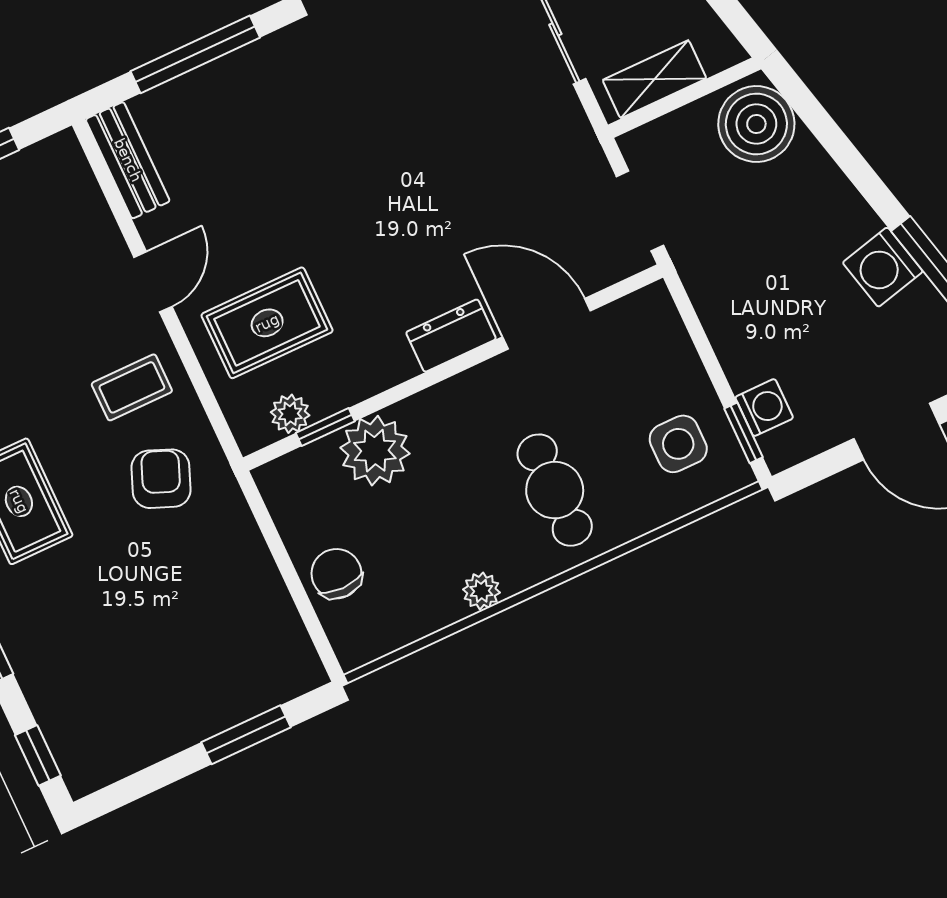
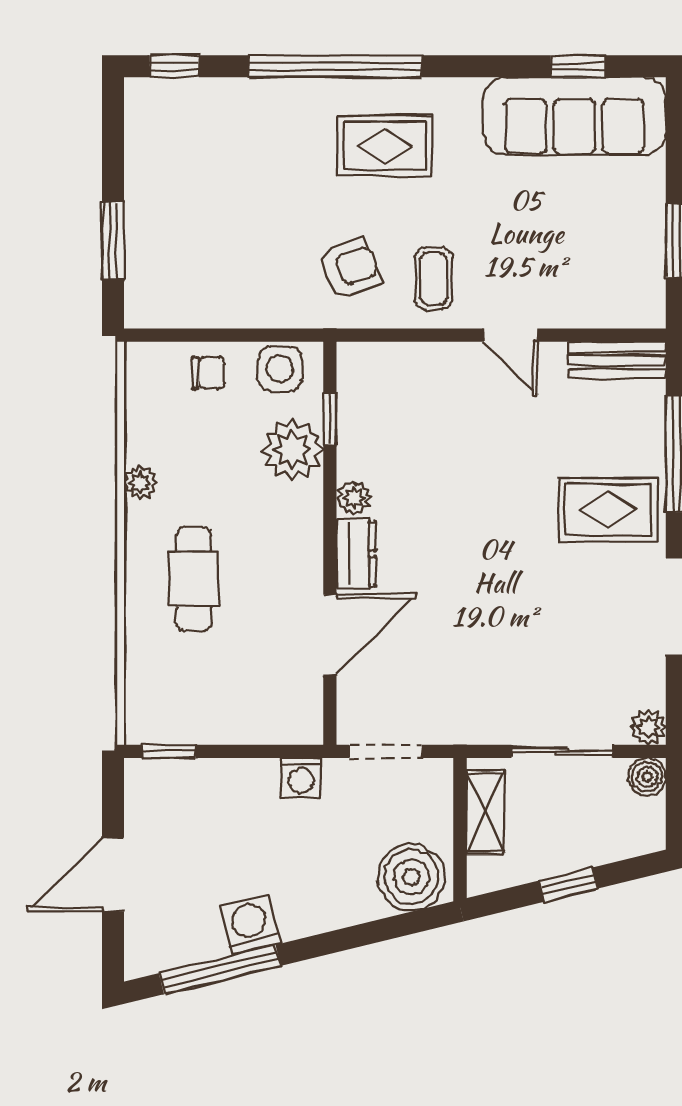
rug: (267, 323) -> (608, 510), moved, turned 90
washing machine: (764, 408) -> (301, 777), moved
plant: (290, 414) -> (354, 498), moved
side table: (678, 444) -> (280, 369), moved
armchair: (161, 479) -> (350, 268), turned -43
cafe table: (555, 490) -> (194, 579), turned 90
chair: (336, 574) -> (208, 373), width x0.73, depth x0.73

